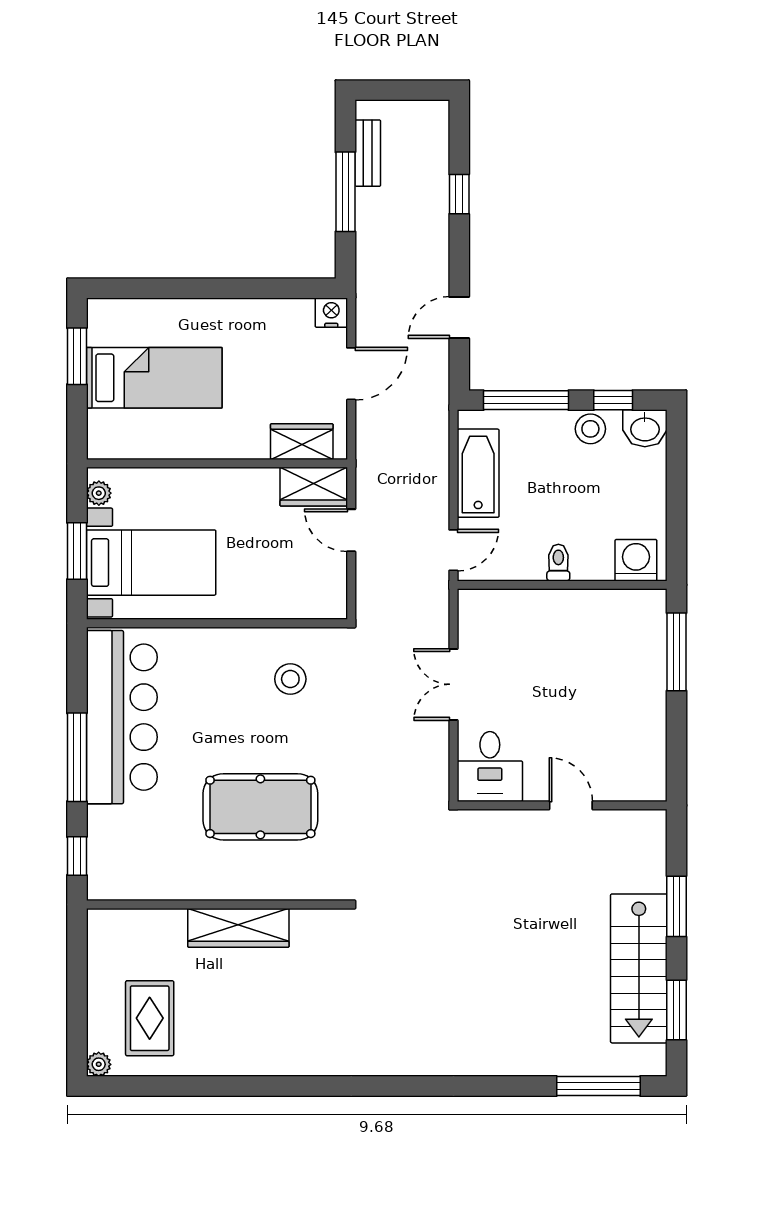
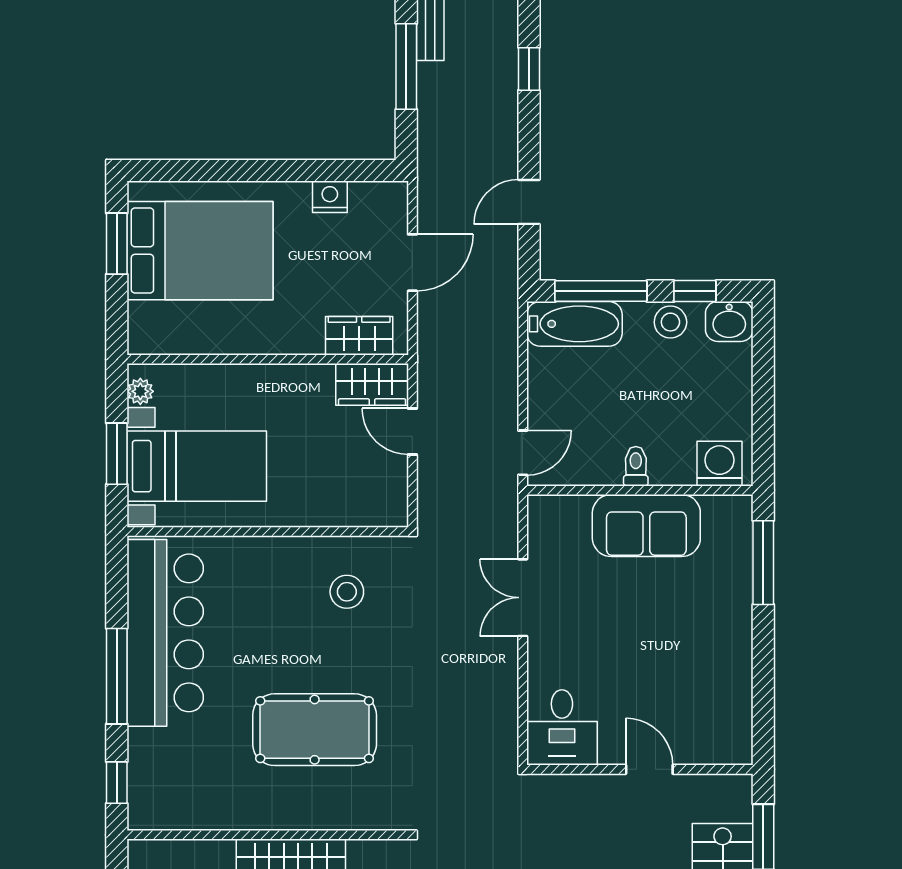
nightstand: (331, 313) -> (330, 197), moved
bed: (154, 378) -> (200, 251), width x1.50
bathtub: (478, 473) -> (574, 324), moved, turned 90
sofa: (568, 618) -> (646, 526), added
desk: (490, 766) -> (562, 727), moved
wall: (562, 805) -> (640, 769), moved
door: (571, 805) -> (649, 769), moved

